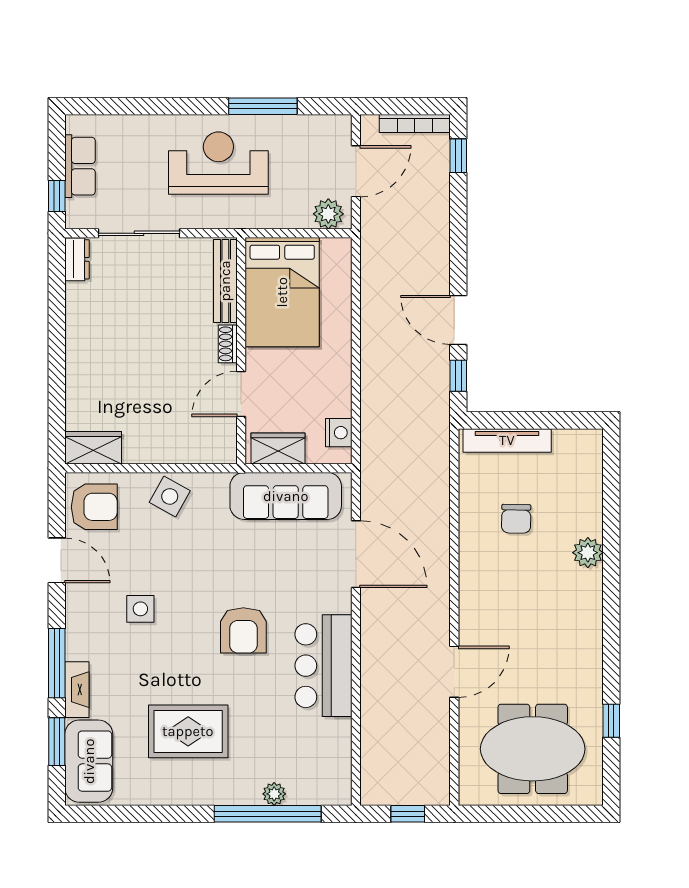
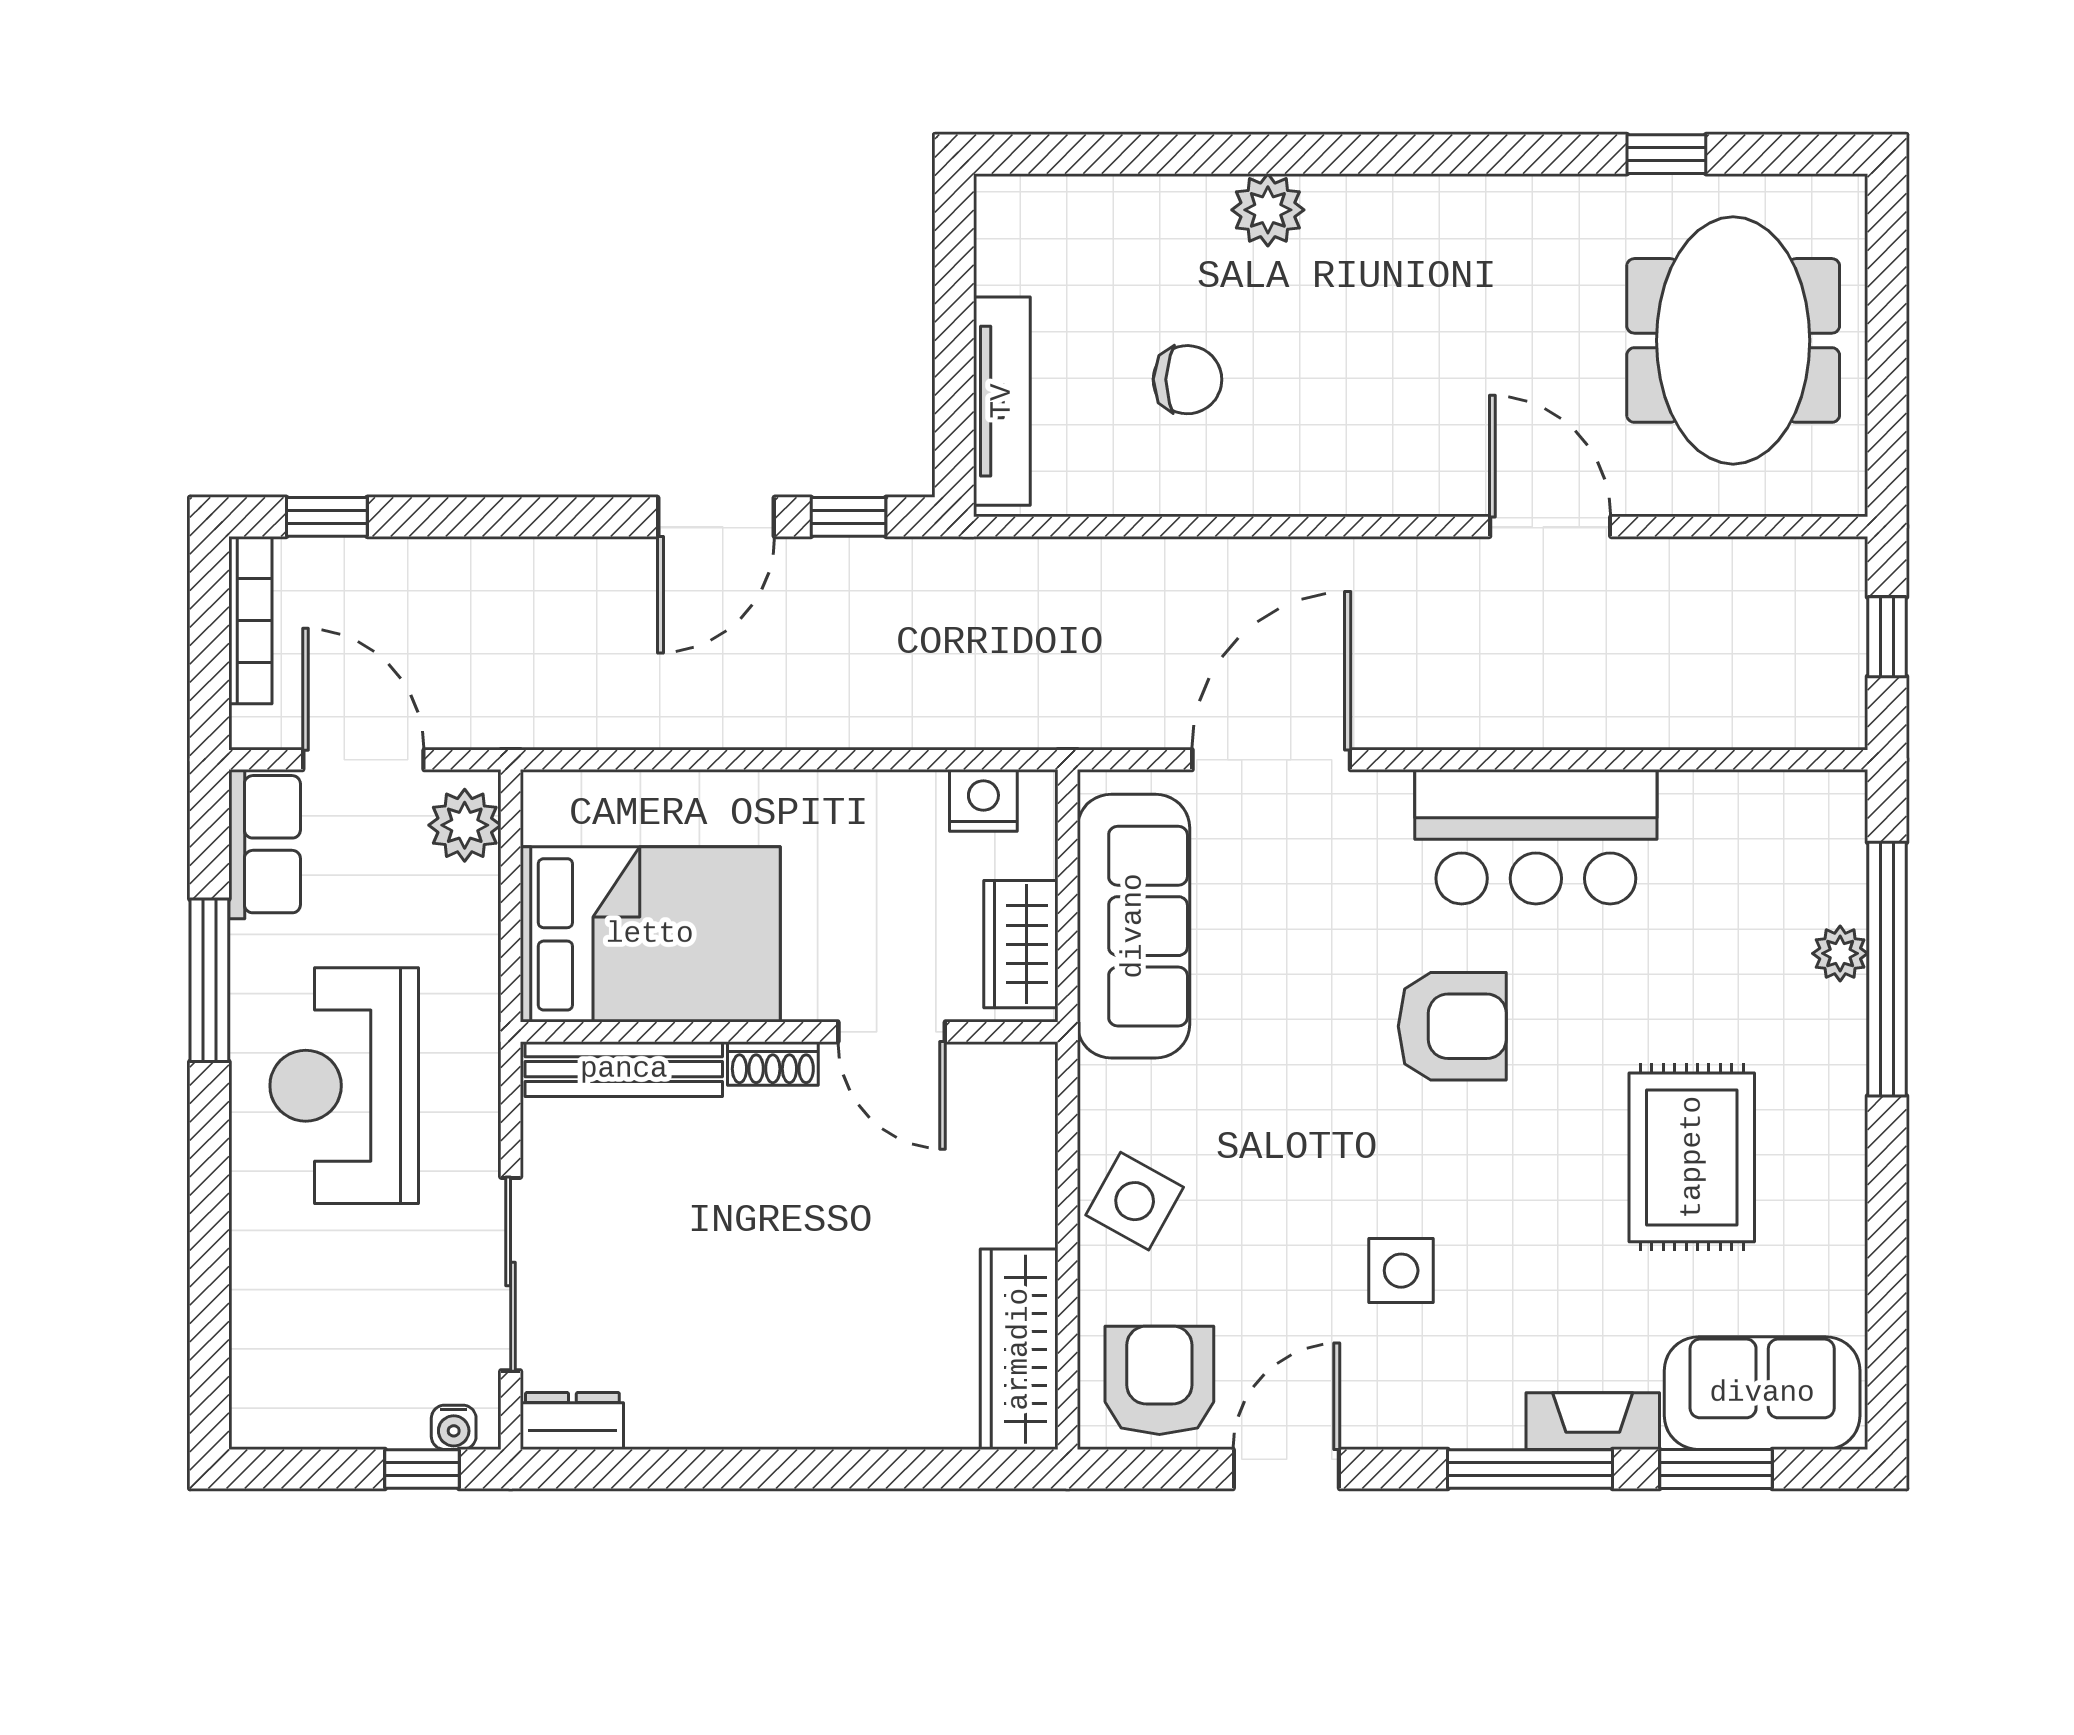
row of seats: (80, 166) -> (265, 844), moved, turned 90
water cooler: (74, 209) -> (454, 1427), added
wardrobe: (93, 448) -> (1019, 1349), width x1.50

